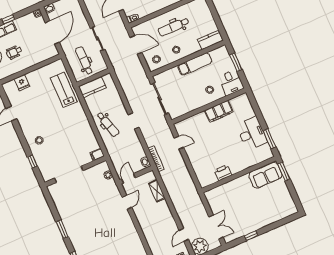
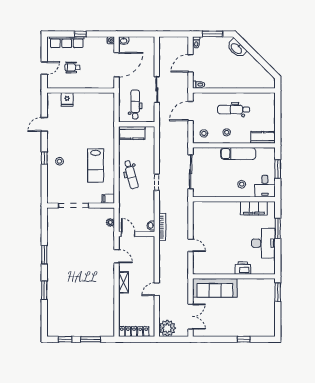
door: (136, 45) -> (191, 111), swing flipped
lab bench: (64, 90) -> (96, 166), moved, turned 180
filing cabinet: (219, 111) -> (254, 208), moved
window: (269, 139) -> (278, 228), moved
door: (179, 143) -> (191, 245), moved
window: (32, 162) -> (44, 158), moved
printer: (223, 173) -> (243, 268), moved
sofa: (265, 175) -> (215, 288), moved, width x1.36
door: (128, 178) -> (128, 234), hinge flipped
shelving: (157, 191) -> (124, 282), moved
door: (127, 202) -> (117, 256), hinge flipped
door: (184, 235) -> (157, 289), moved
window: (251, 236) -> (244, 339), moved

